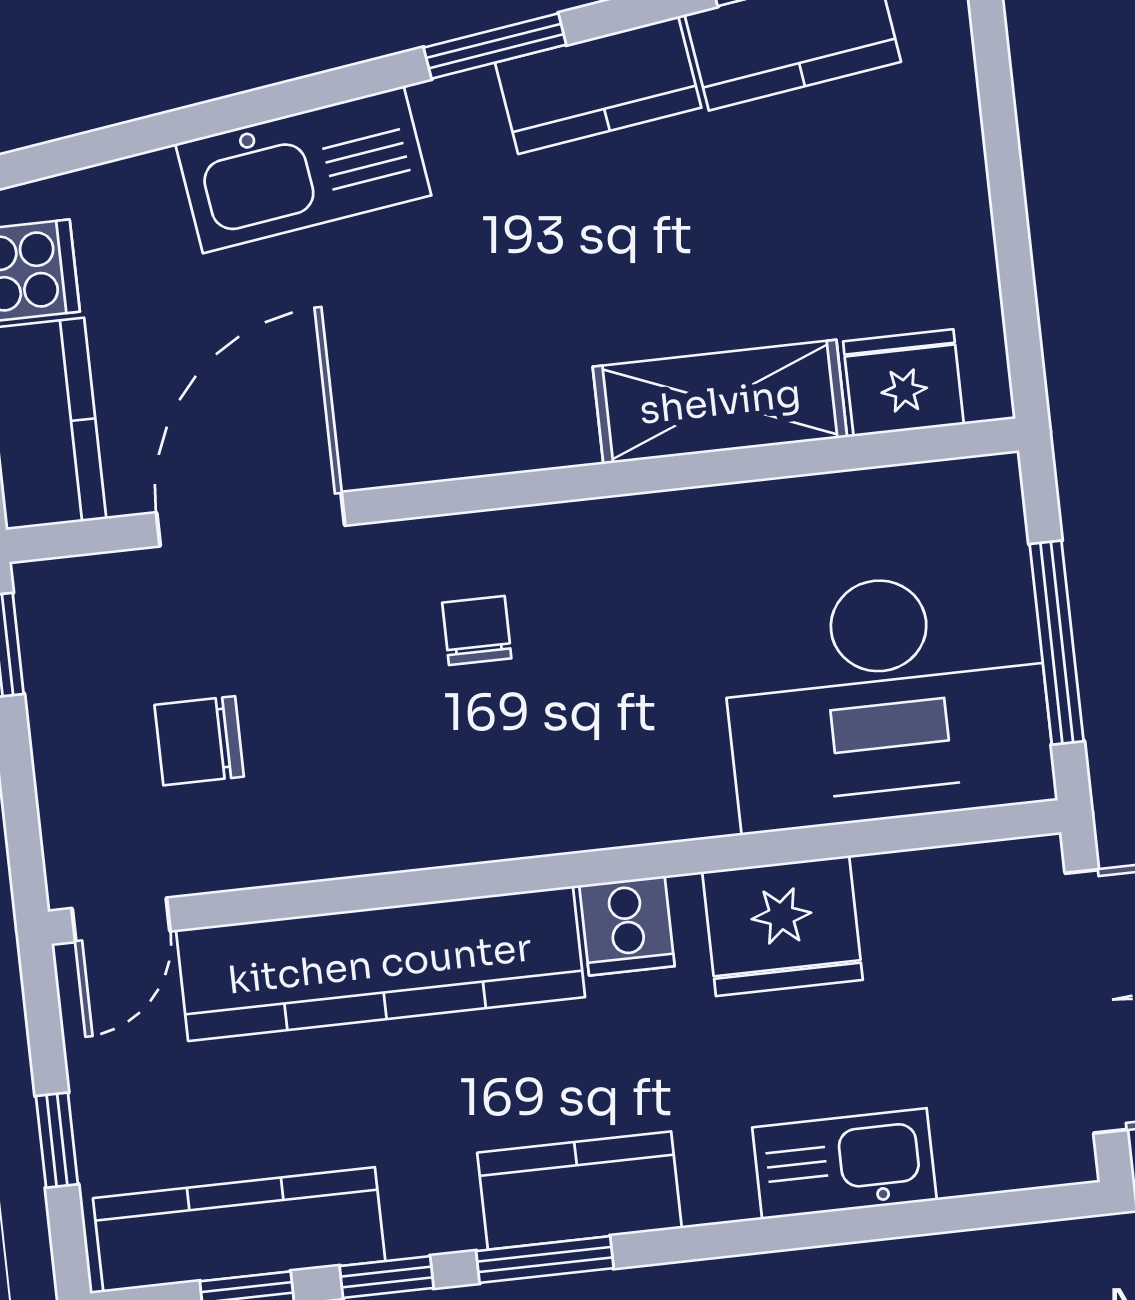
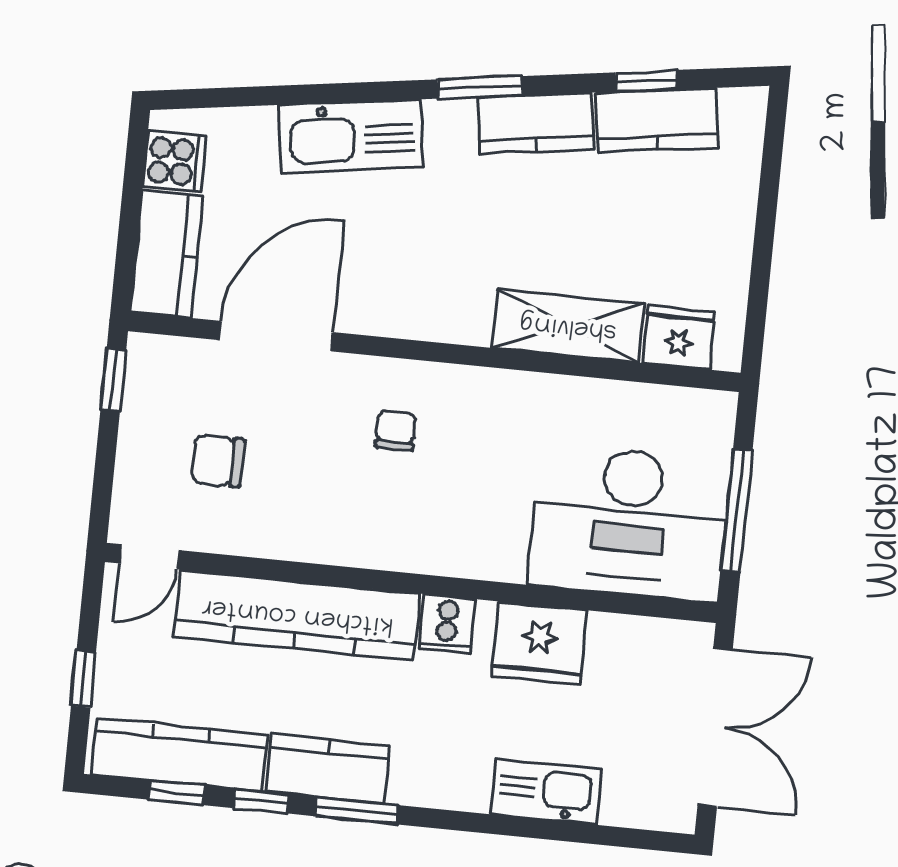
kitchen counter: (580, 1190) -> (328, 768), moved

